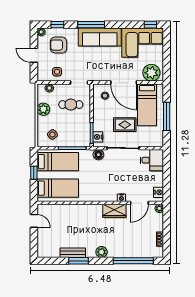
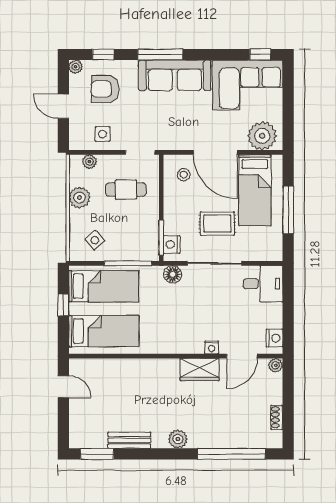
window: (79, 261) -> (97, 454), moved

